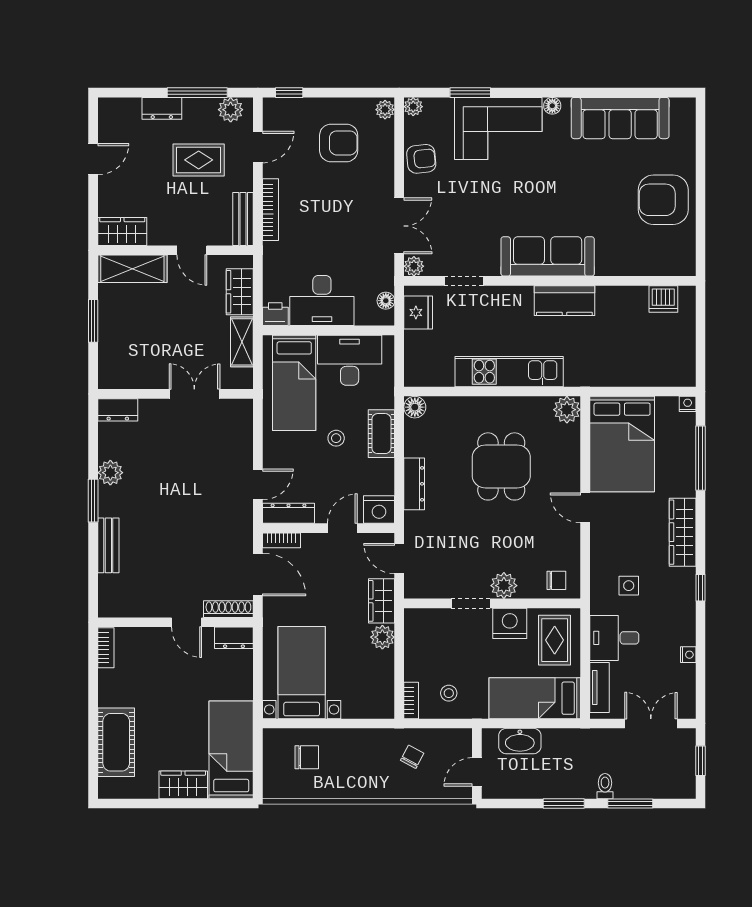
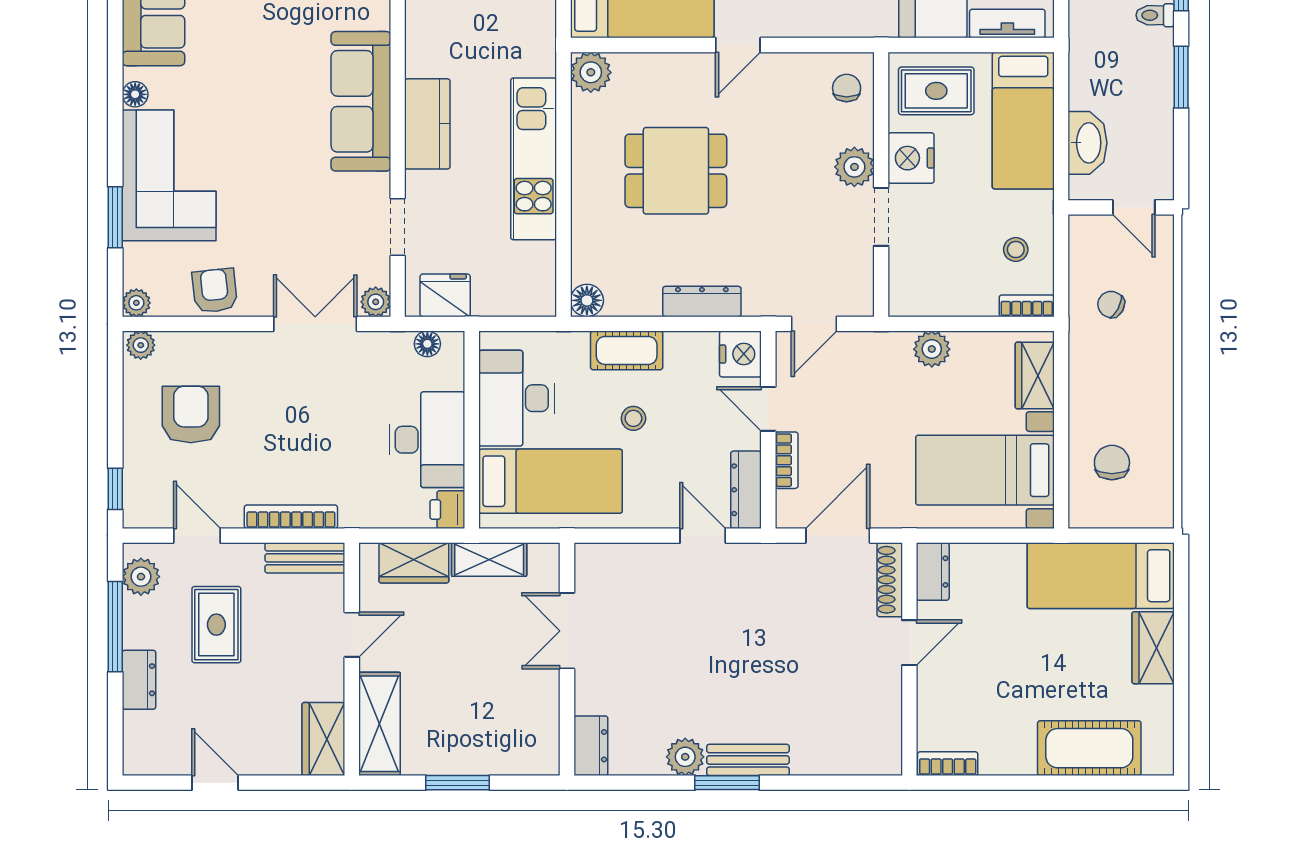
kitchen counter: (564, 301) -> (427, 124), moved
bookcase: (281, 540) -> (787, 460), moved
bench: (108, 545) -> (748, 760), moved
wardrobe: (382, 601) -> (1035, 375), moved, turned 90

